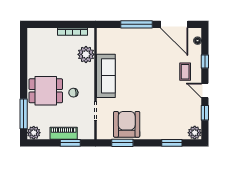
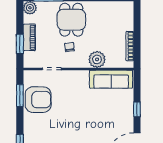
window: (136, 24) -> (137, 109), width x0.46
plant: (86, 54) -> (97, 59), moved
sofa: (106, 76) -> (111, 79), moved

